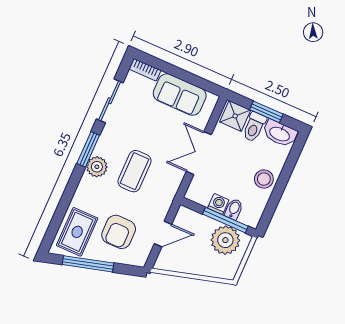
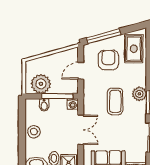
washing machine: (218, 204) -> (73, 104), moved
window: (225, 220) -> (57, 96), moved
window: (88, 264) -> (104, 36), moved

